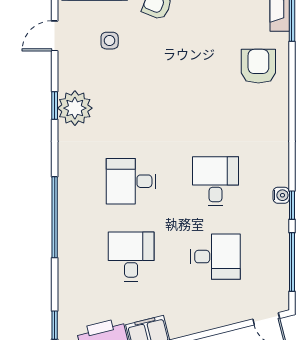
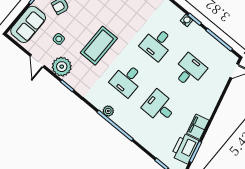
coffee table: (146, 103) -> (99, 46), added
plant: (75, 108) -> (62, 67), moved
desk: (216, 181) -> (157, 44), turned -90
plant: (67, 191) -> (108, 111), added

